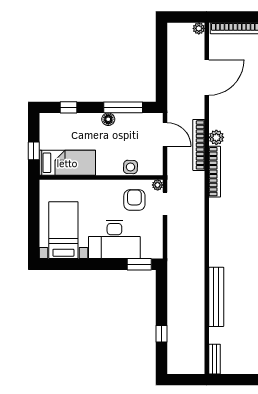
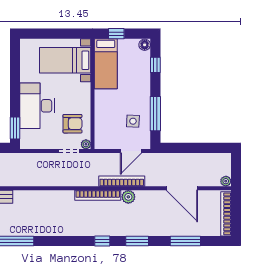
floor lamp: (108, 119) -> (145, 45), moved
side table: (130, 167) -> (133, 121), moved
bed with nightstands: (63, 230) -> (65, 60), moved, turned 180

